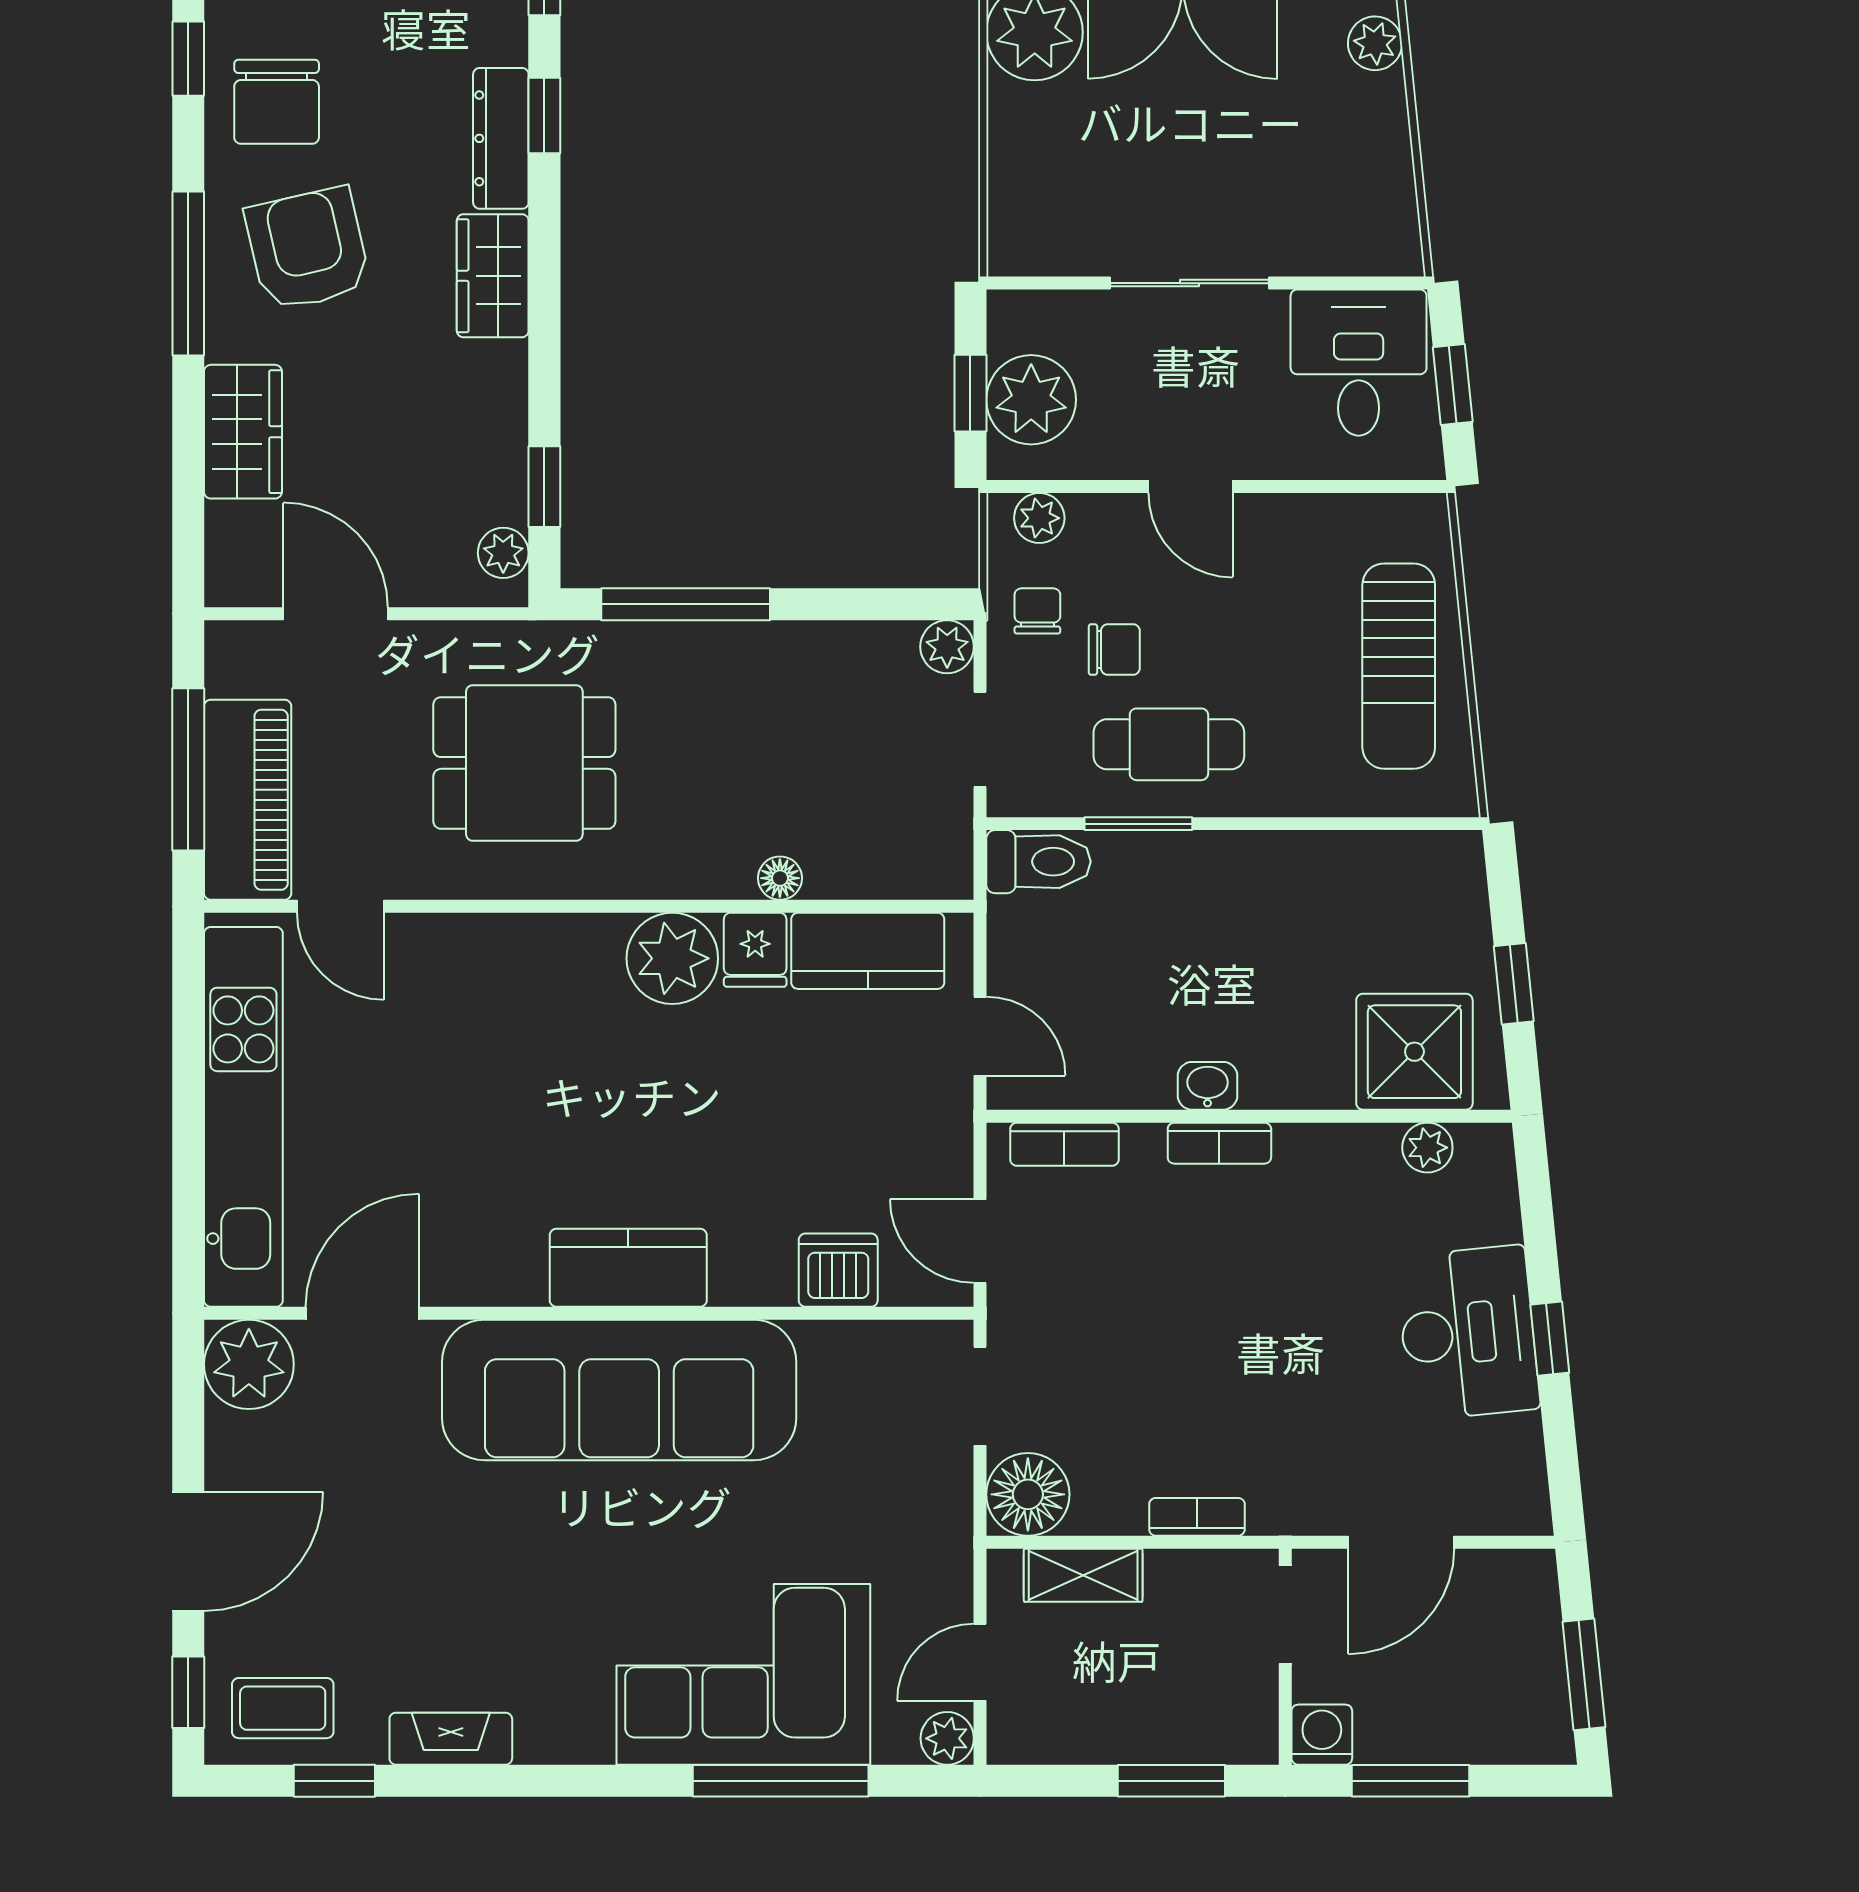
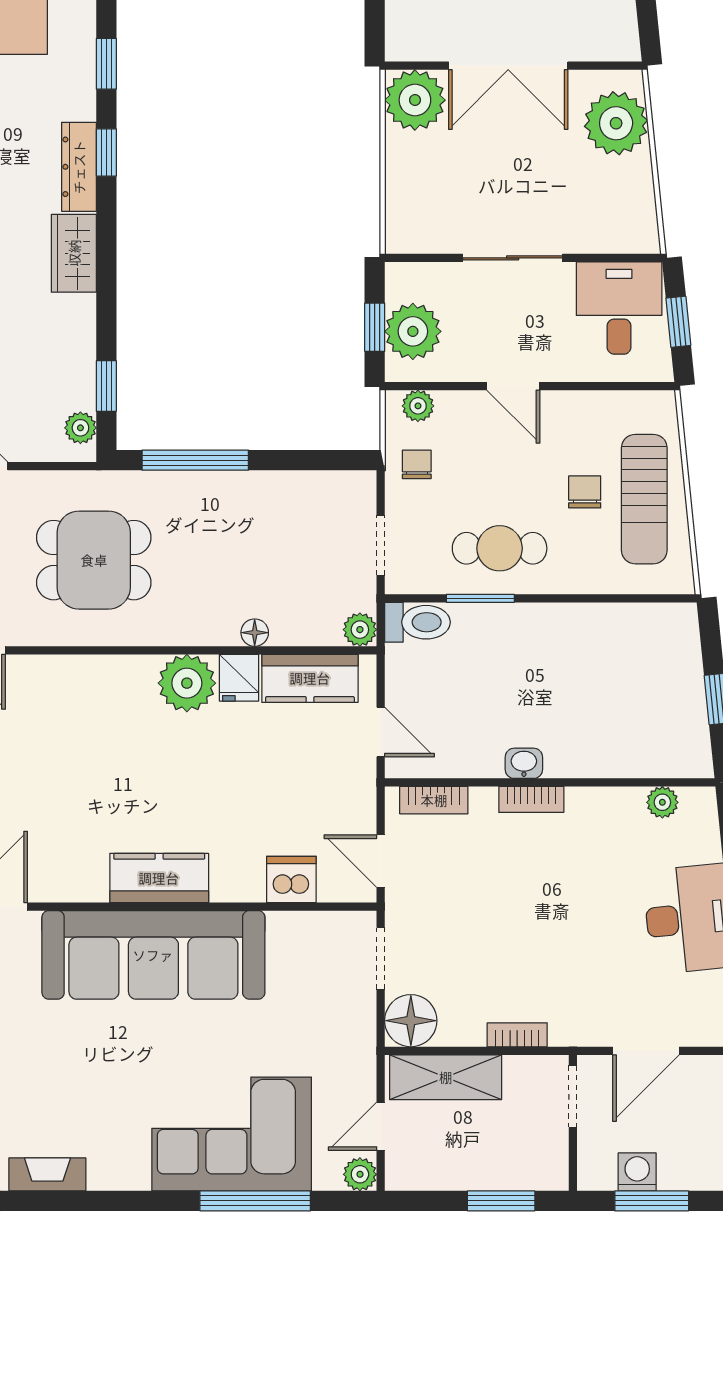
plant: (1375, 43) -> (616, 123), width x1.88, depth x1.88
plant: (947, 647) -> (360, 630), moved
chair: (1114, 649) -> (585, 492), moved, turned -90
shower: (1414, 1052) -> (654, 742), removed
shelving: (1083, 1575) -> (446, 1077), width x1.50, depth x1.33
washing machine: (1322, 1735) -> (637, 1172), moved

